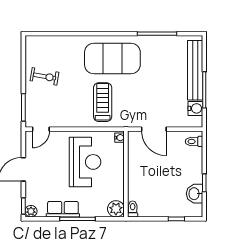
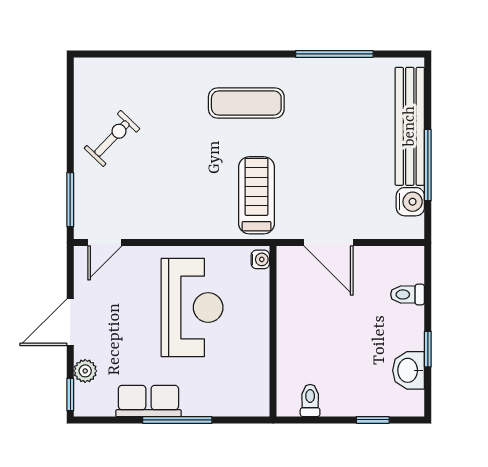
exercise mat: (112, 58) -> (246, 103), width x0.50, depth x0.69
exercise bike: (44, 76) -> (112, 138), turned -56
treadmill: (103, 102) -> (257, 195), moved
toilet: (194, 141) -> (408, 294), moved
plant: (116, 209) -> (253, 400), removed
toilet: (133, 209) -> (310, 401), moved
plant: (31, 211) -> (85, 371), moved

